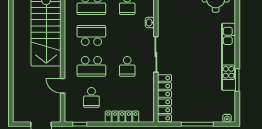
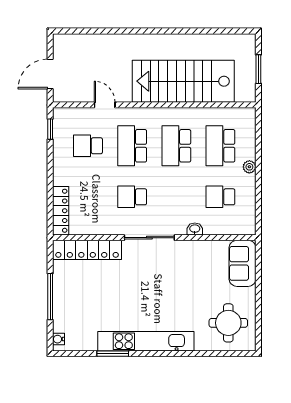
school desk: (91, 35) -> (176, 146), turned 180
door: (63, 86) -> (105, 105), hinge flipped
locker: (122, 117) -> (61, 211), moved

